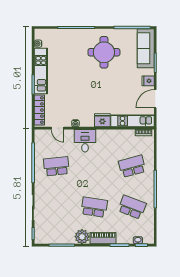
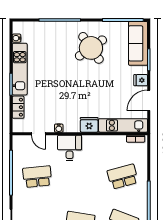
round table: (104, 52) -> (91, 48), turned -35
locker: (39, 110) -> (18, 107), width x0.66

